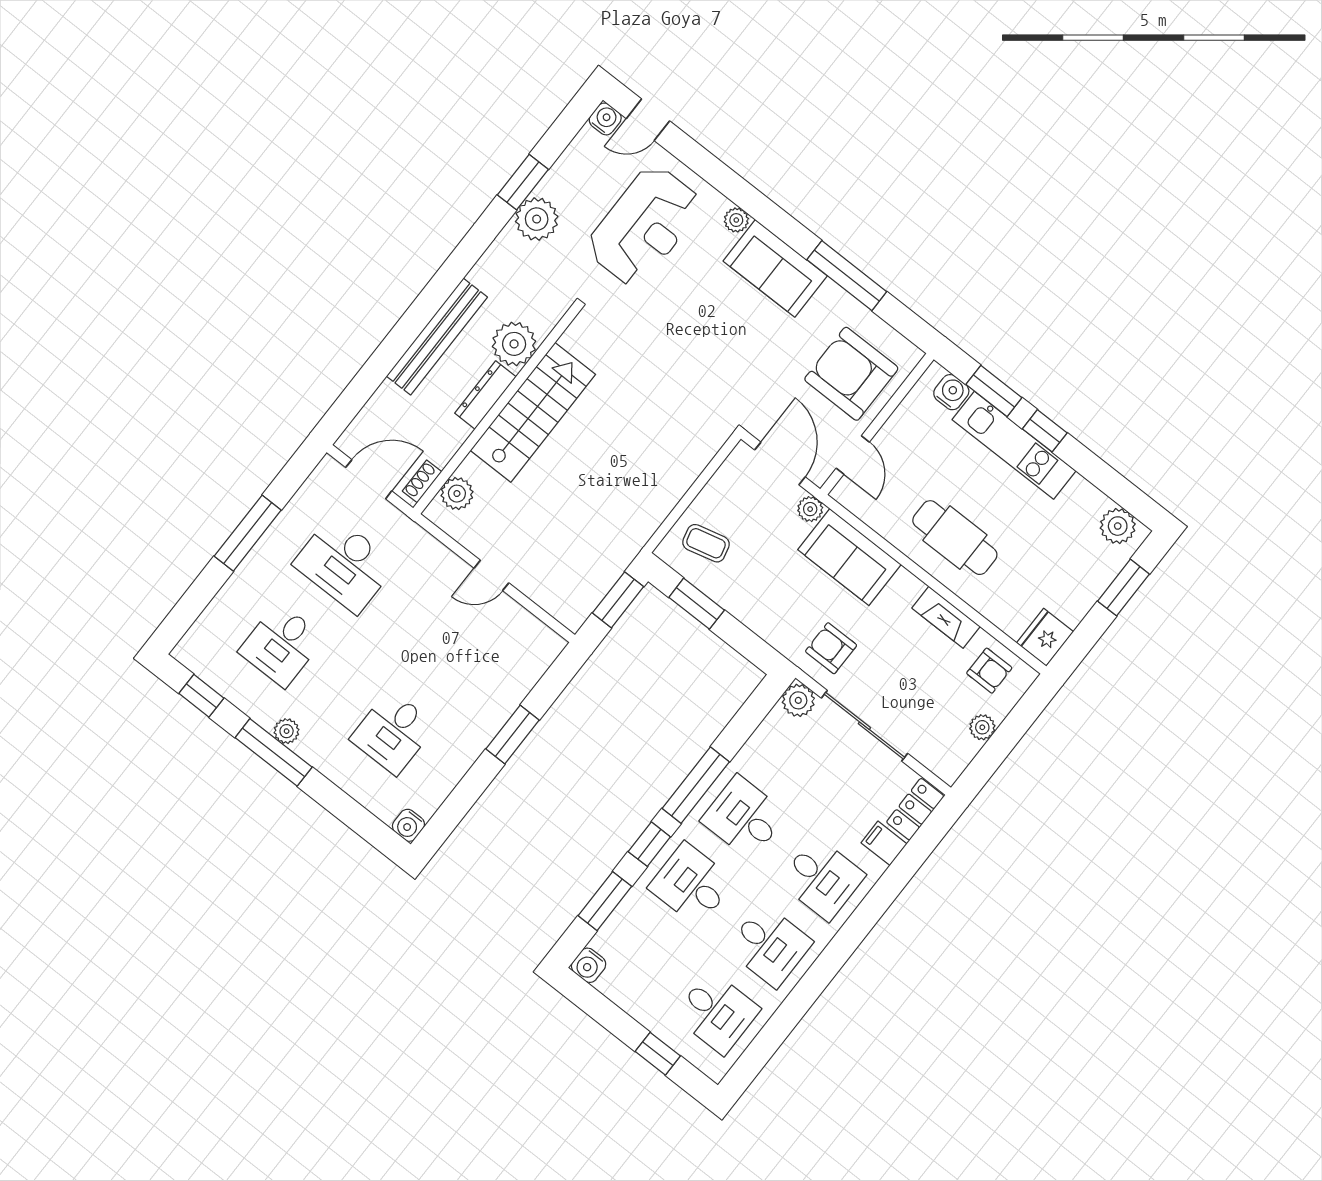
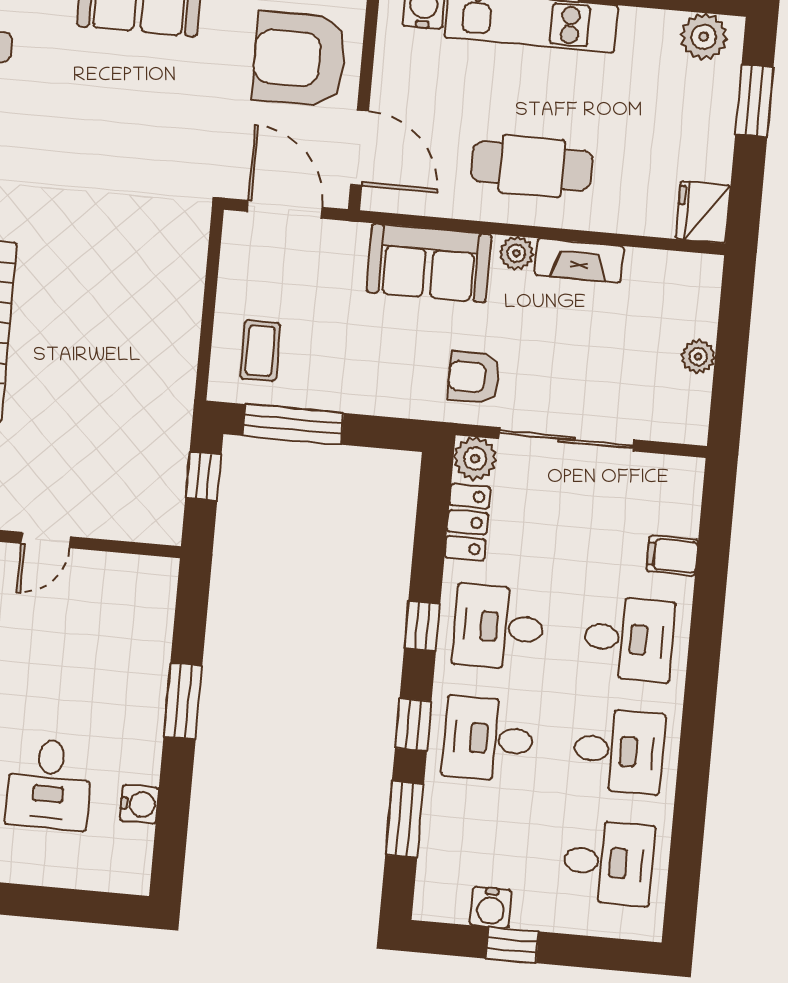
door: (853, 455) -> (359, 148), width x1.38
plant: (810, 509) -> (516, 253), moved
coffee table: (706, 543) -> (260, 351), turned -76
window: (618, 600) -> (203, 476), width x0.67
window: (697, 604) -> (293, 424), width x1.44
armchair: (989, 671) -> (665, 289), removed
window: (696, 785) -> (422, 626), width x0.46
locker: (915, 809) -> (468, 522), moved, turned 180
water cooler: (408, 825) -> (139, 804), moved, turned -90
water cooler: (589, 965) -> (491, 908), moved
window: (658, 1054) -> (512, 945), moved

